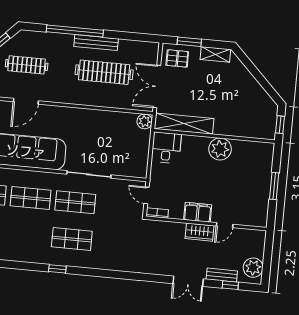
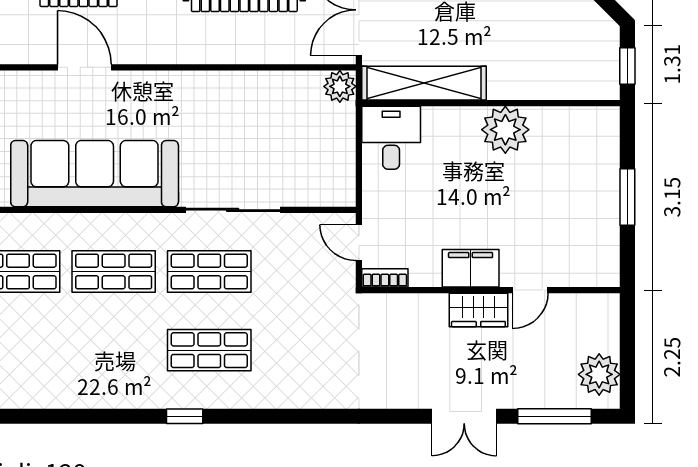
door: (26, 101) -> (84, 67), swing flipped
bench: (222, 275) -> (534, 397), removed
window: (230, 285) -> (554, 416), width x2.17

